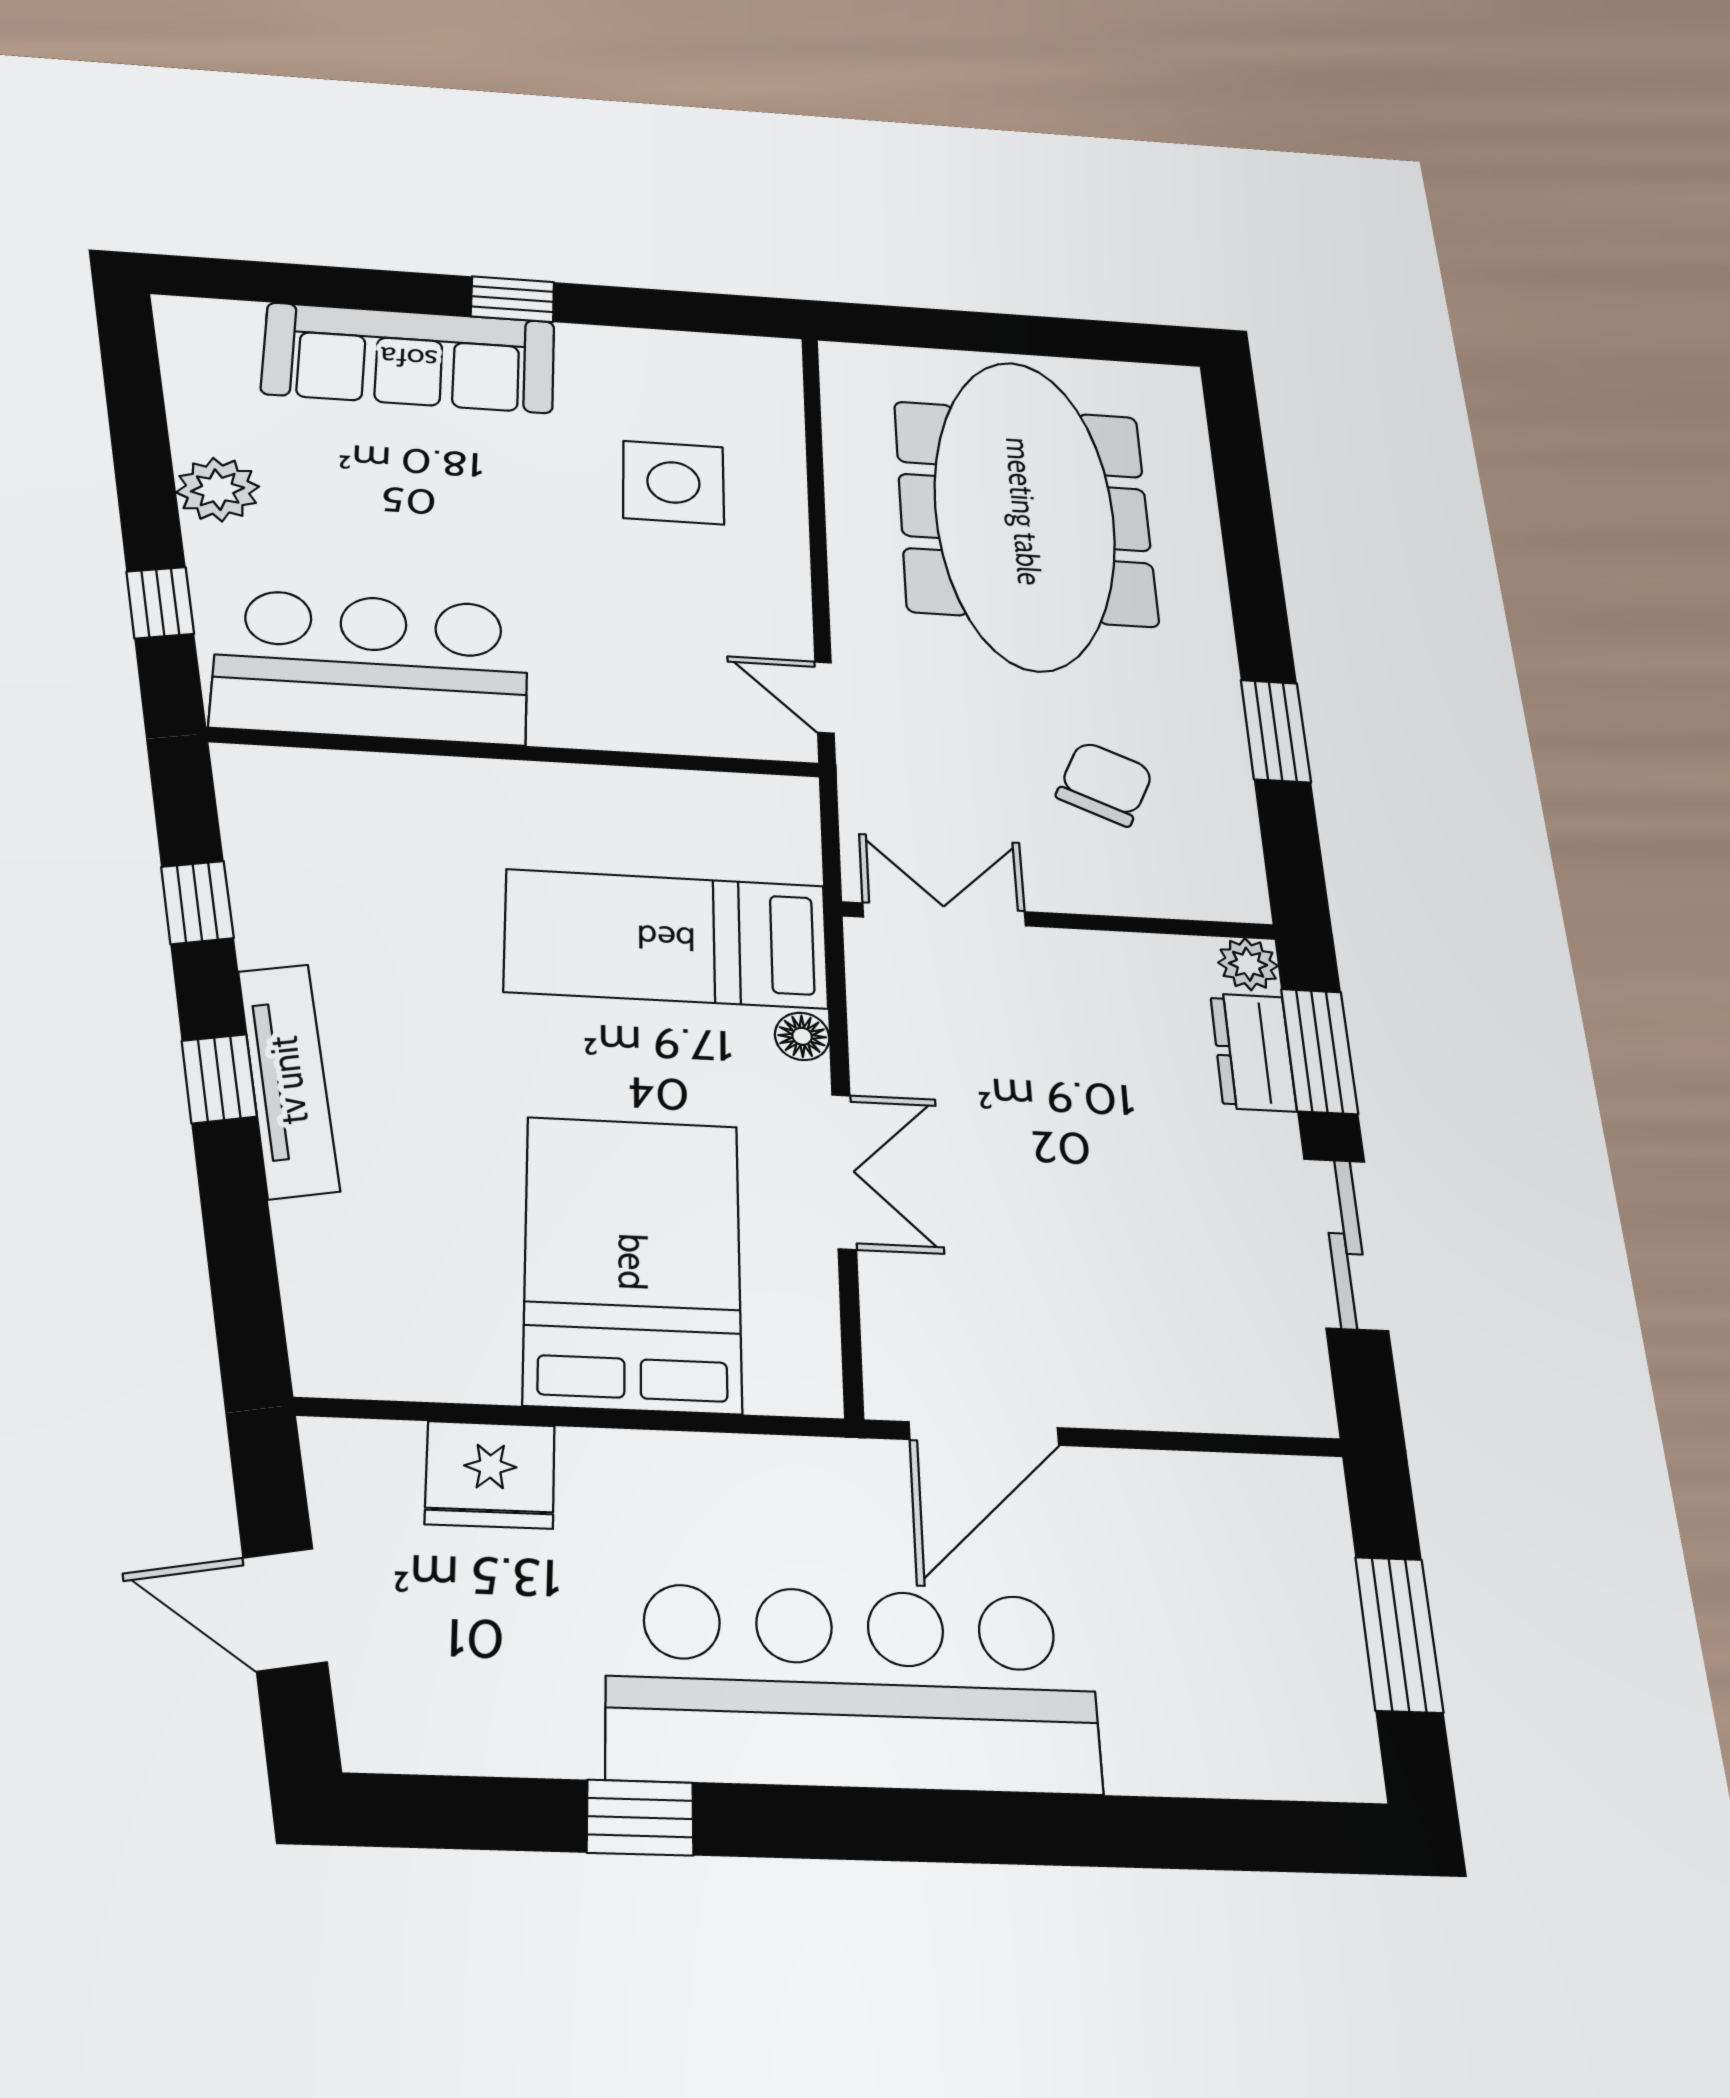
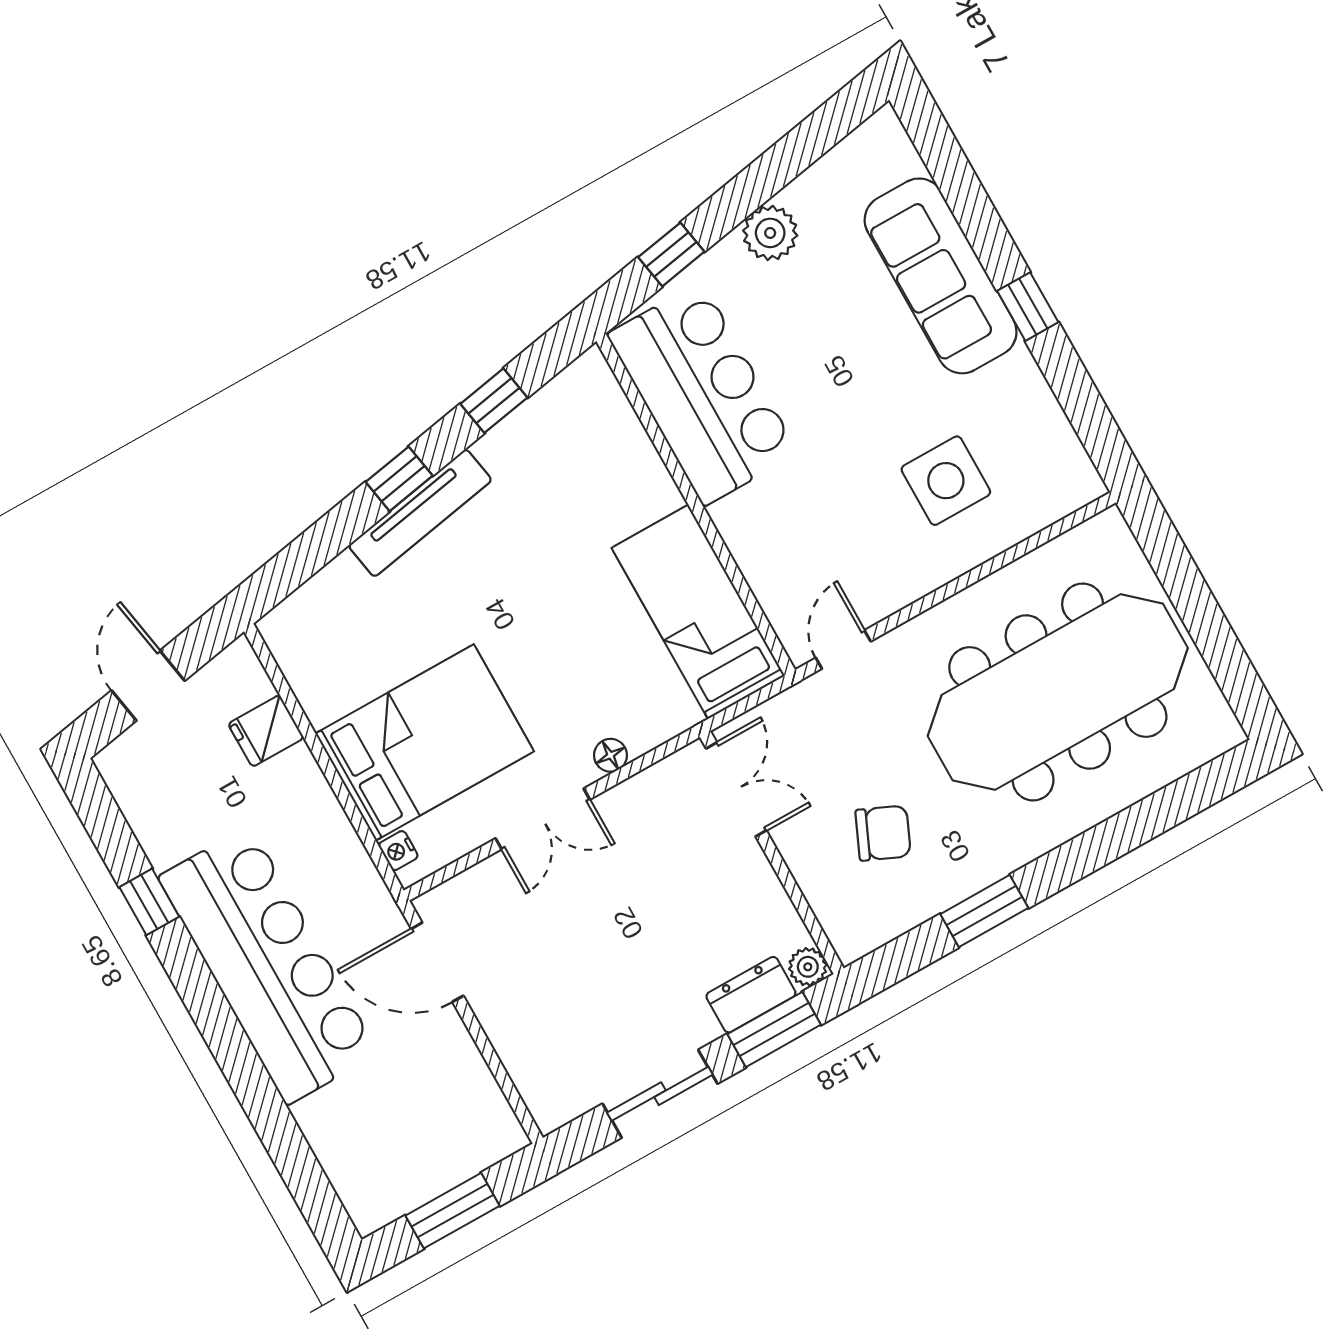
bed: (666, 938) -> (698, 612), moved
nightstand: (777, 1391) -> (398, 851), added
fridge: (490, 1475) -> (266, 731), width x0.72

